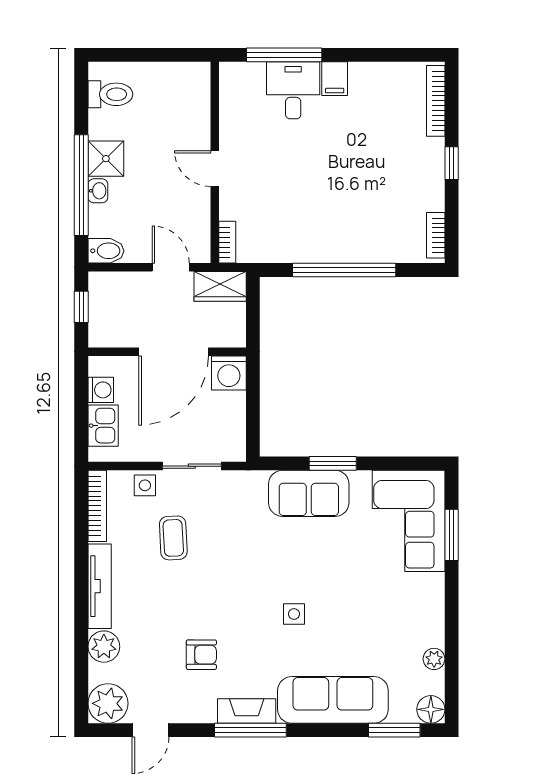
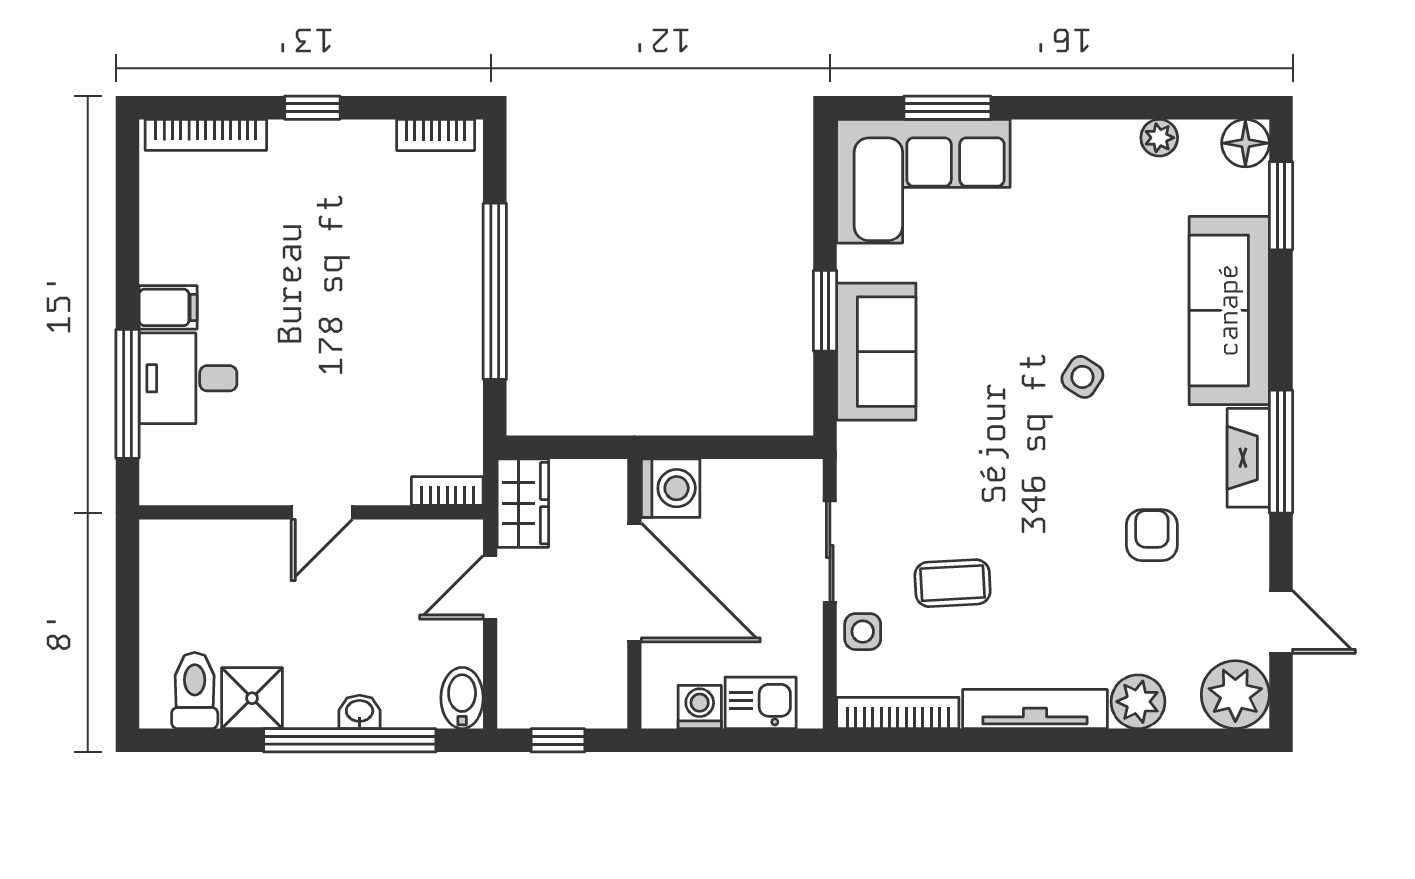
shower: (106, 159) -> (252, 698), moved
side table: (294, 614) -> (1082, 377), turned 33

